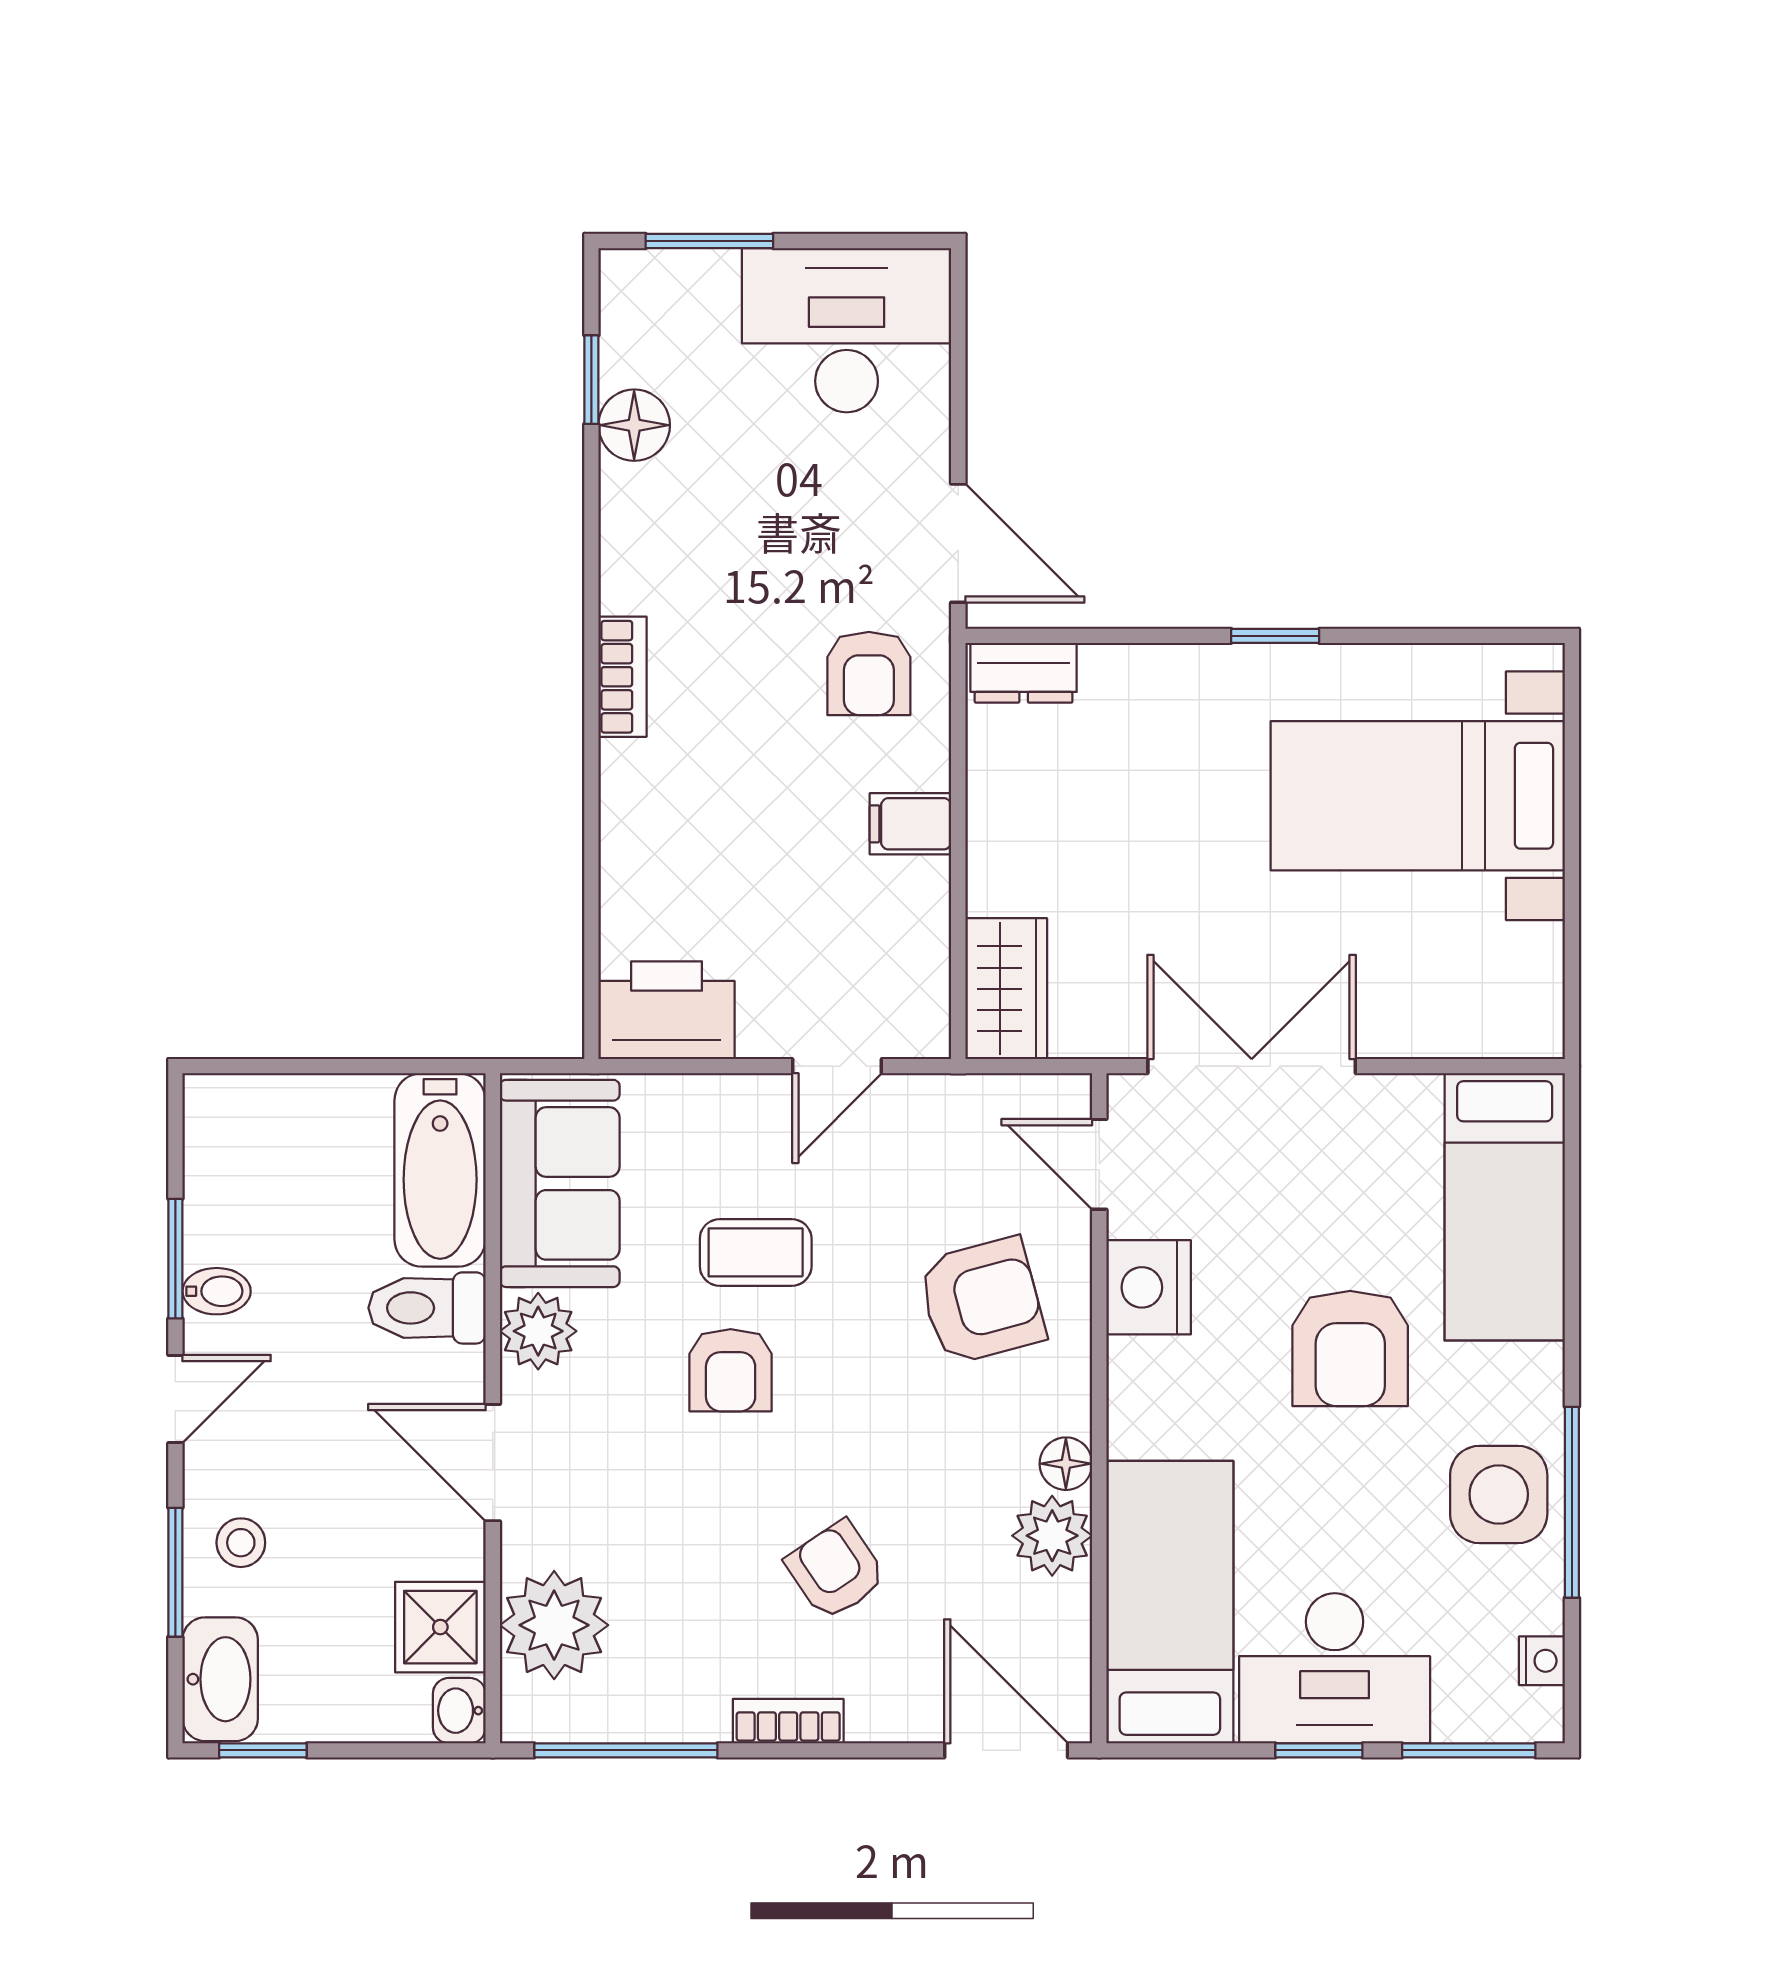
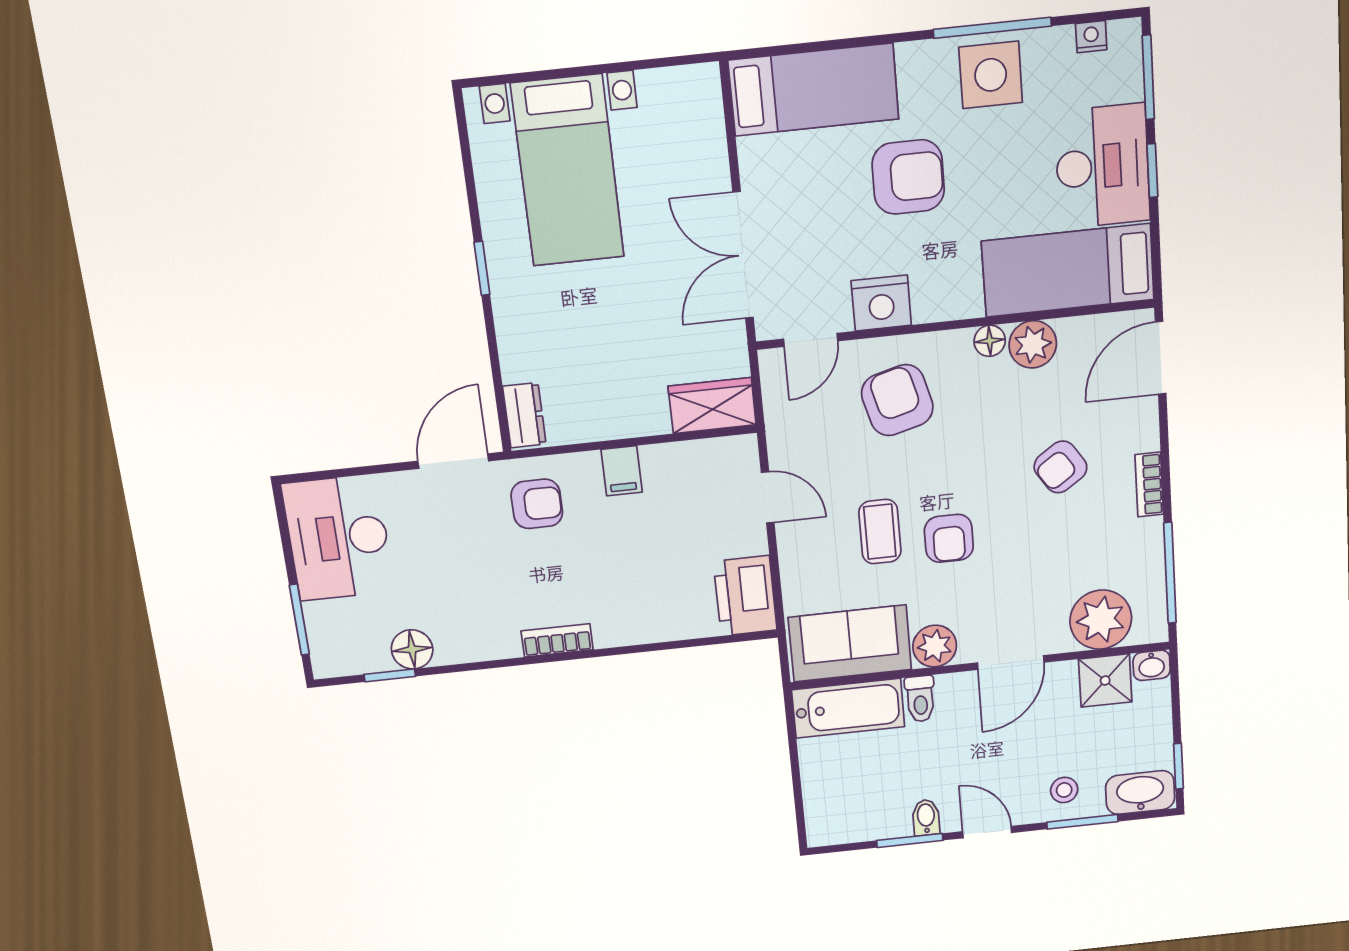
toilet: (427, 1308) -> (920, 699), width x0.73, depth x0.72
armchair: (731, 1370) -> (949, 538), turned 90

